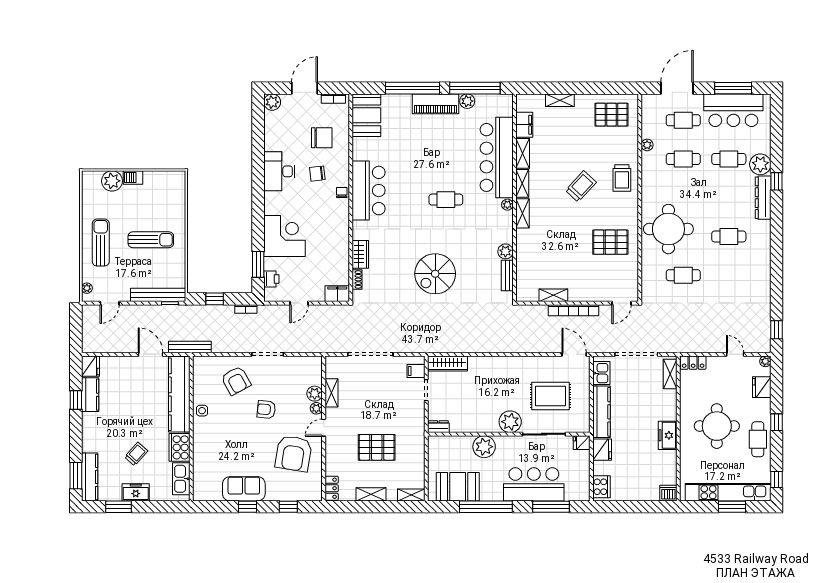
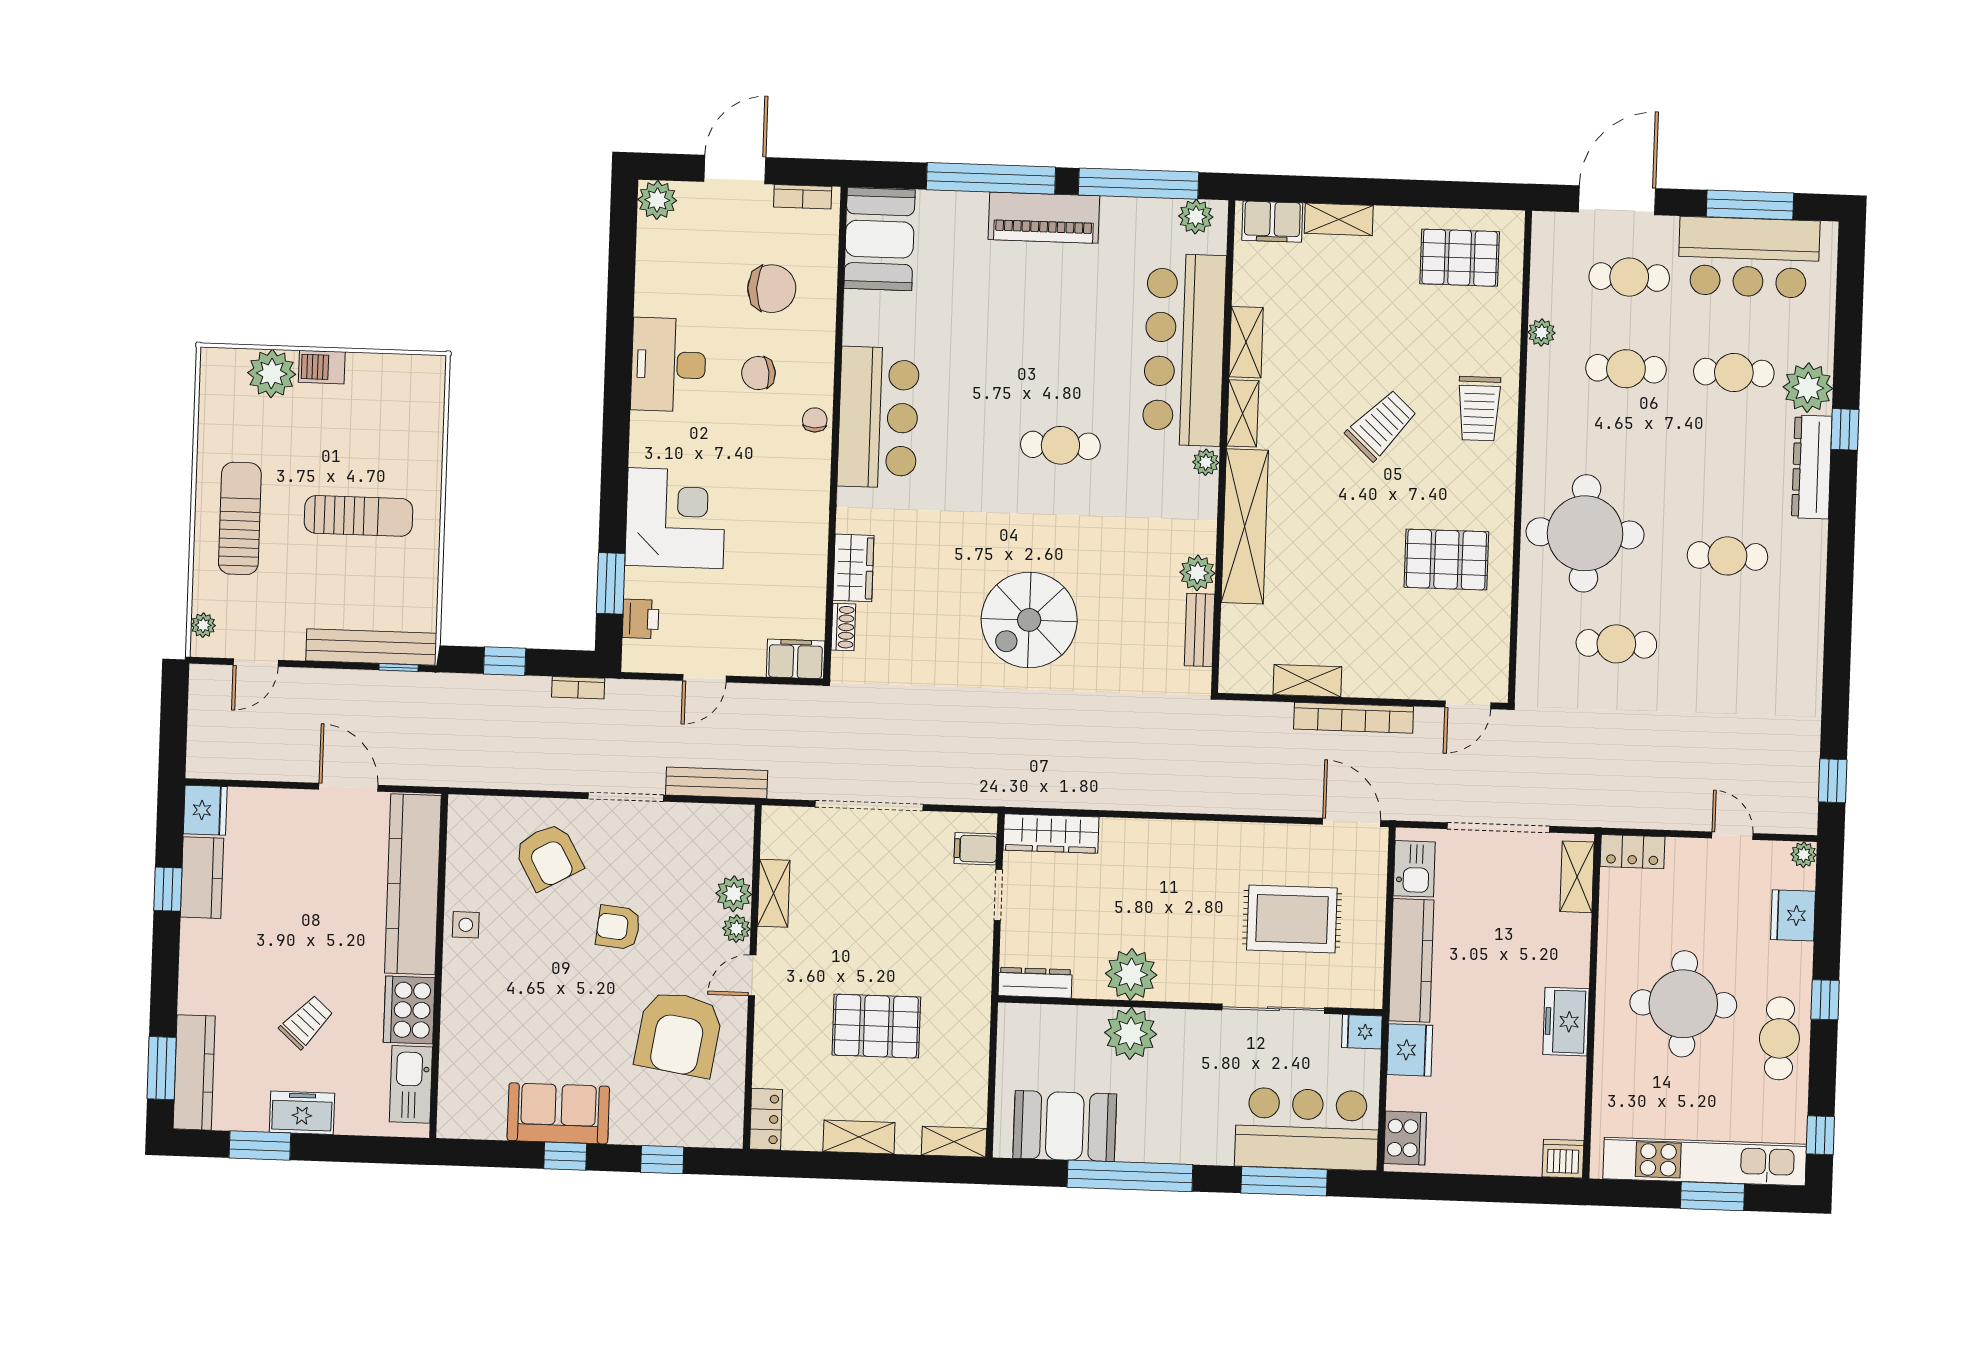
plant: (467, 101) -> (1196, 217), moved
filing cabinet: (524, 125) -> (1272, 222), moved, turned 90
shelving: (523, 213) -> (1245, 526), width x2.20, depth x1.33
bench: (190, 347) -> (717, 783), moved
plant: (510, 422) -> (1131, 974), moved
dresser: (438, 427) -> (1035, 983), width x1.44
bar counter: (534, 484) -> (1307, 1129), moved

